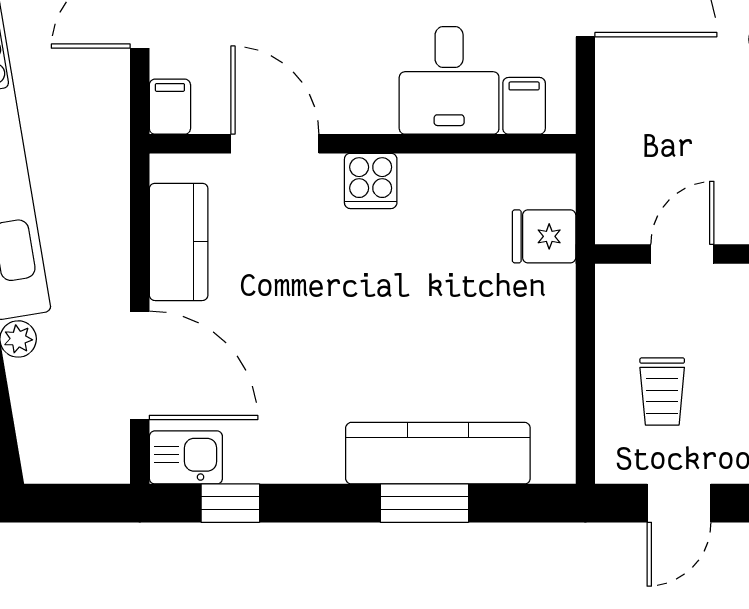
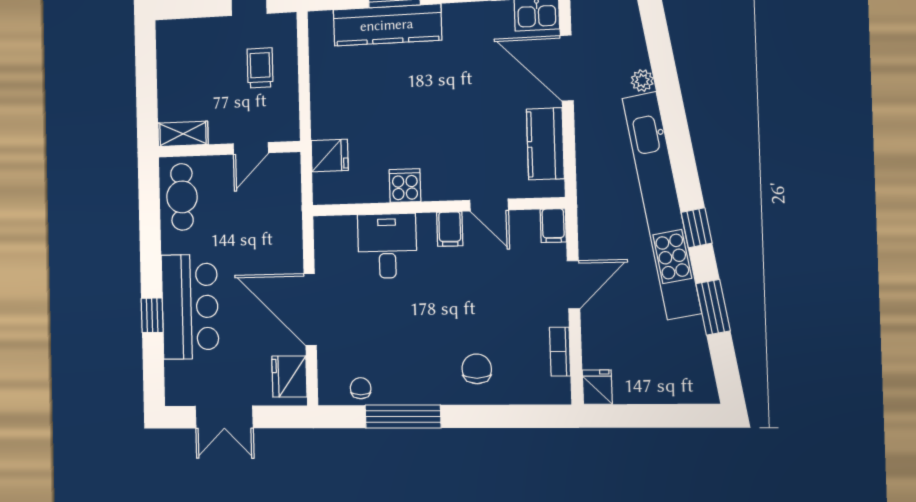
filing cabinet: (524, 106) -> (450, 229), moved
door: (275, 144) -> (489, 205), width x0.73
cooker: (371, 181) -> (405, 186), moved

